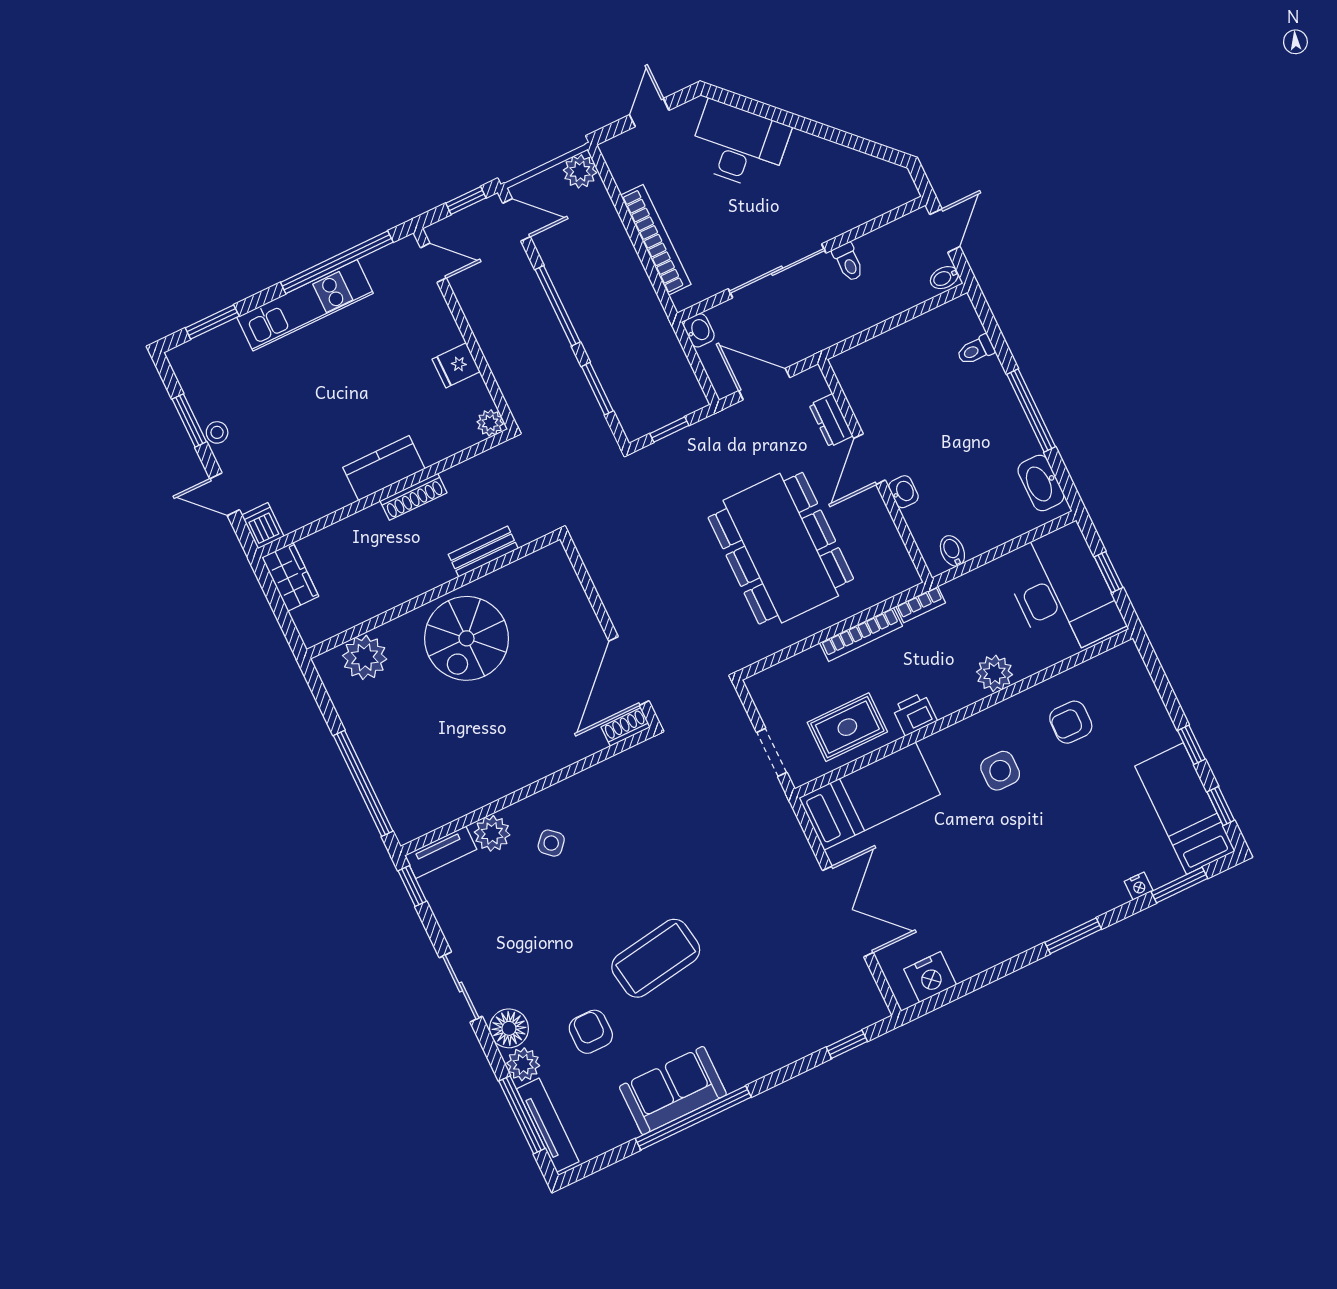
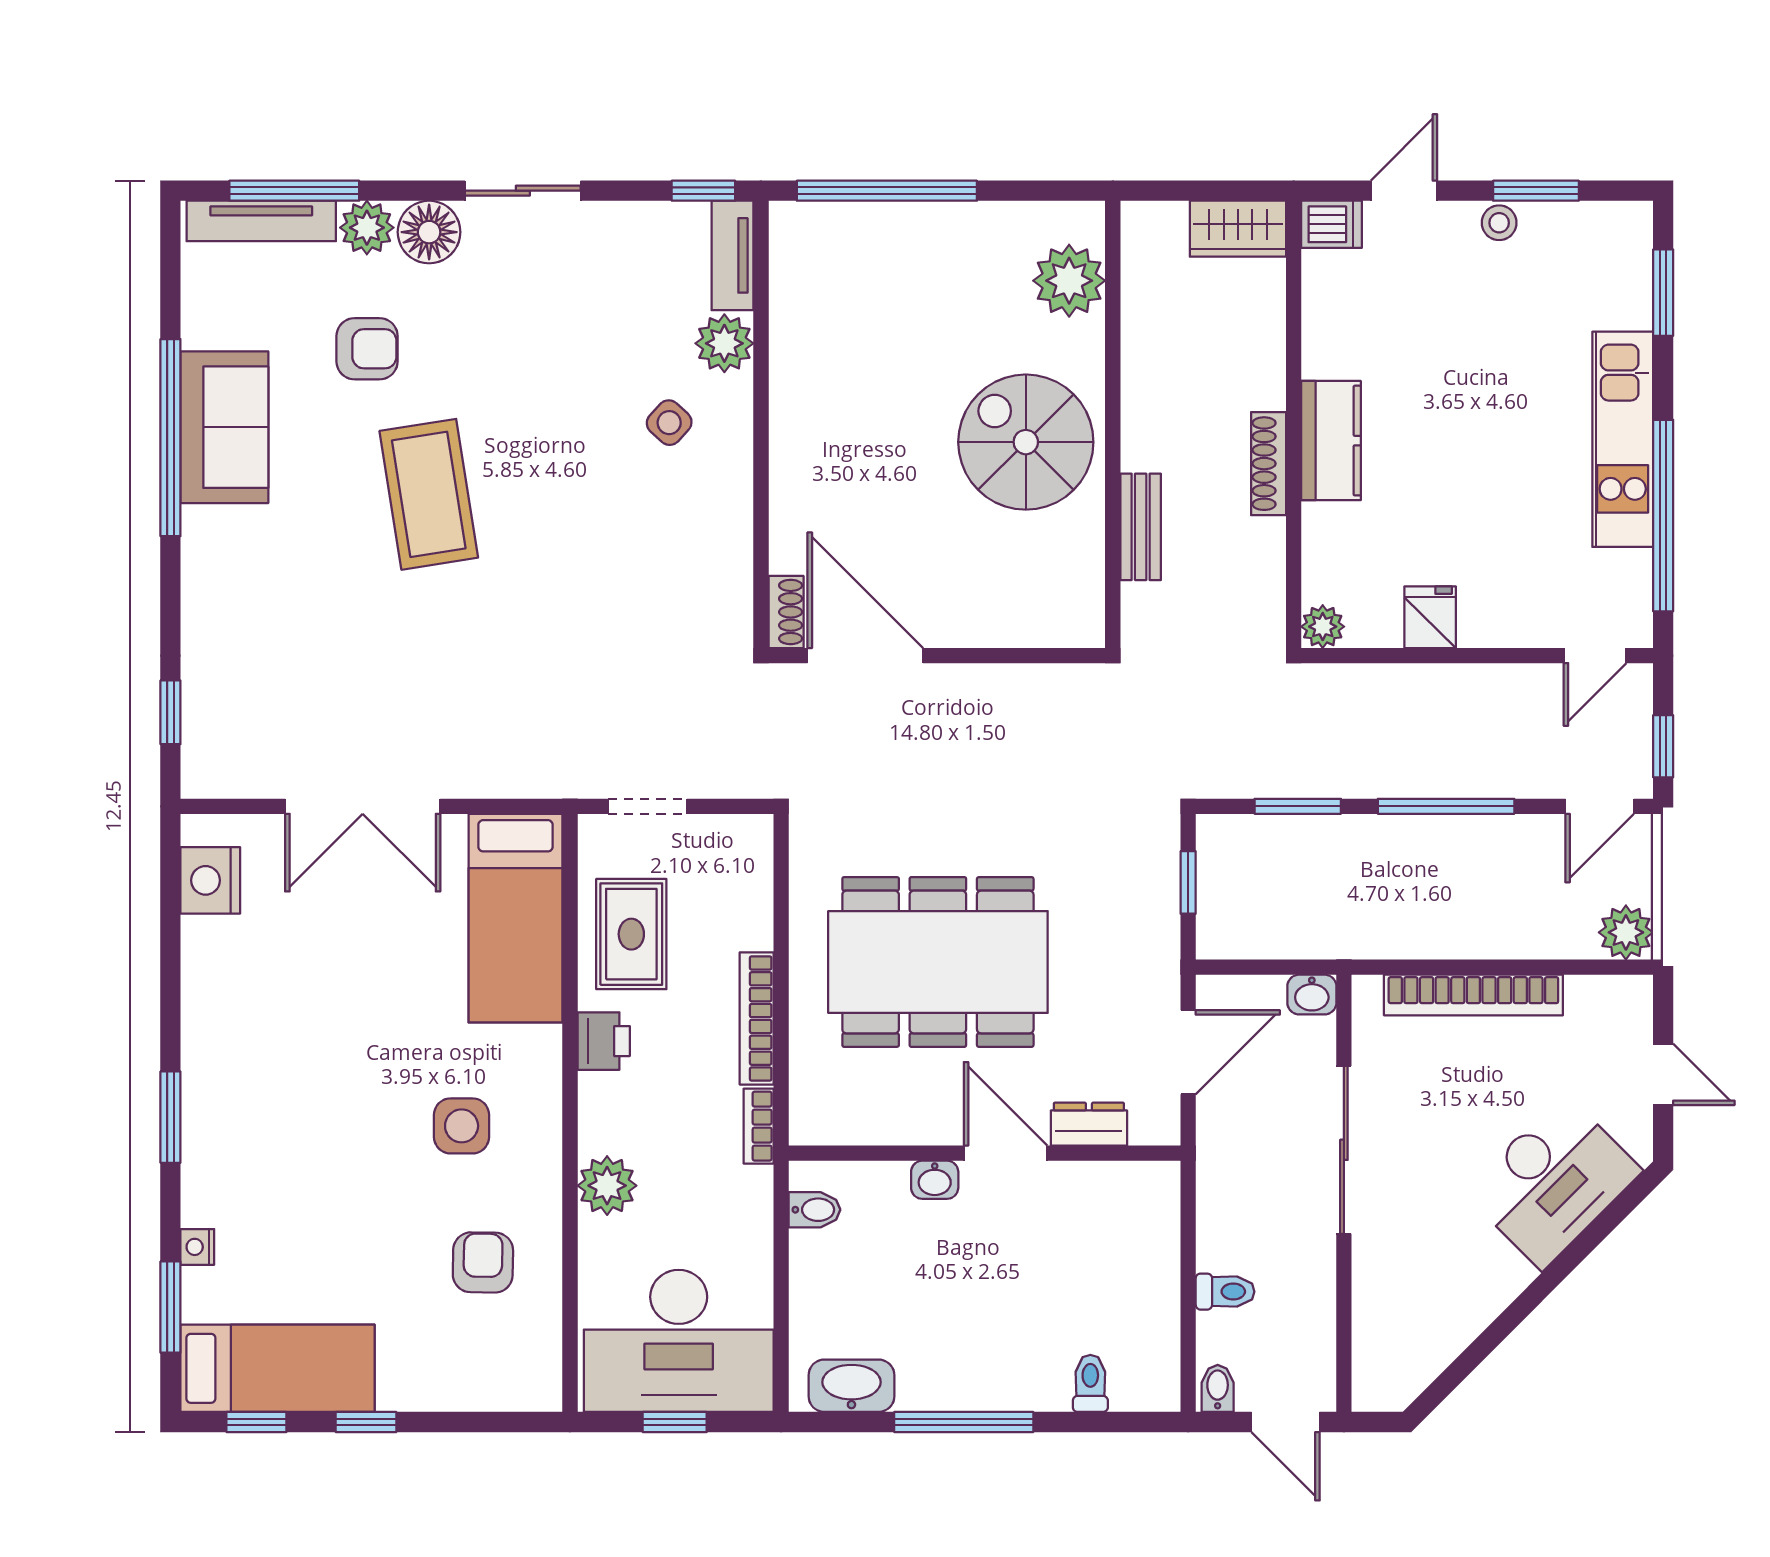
toilet: (848, 262) -> (1225, 1292), moved, turned 180

